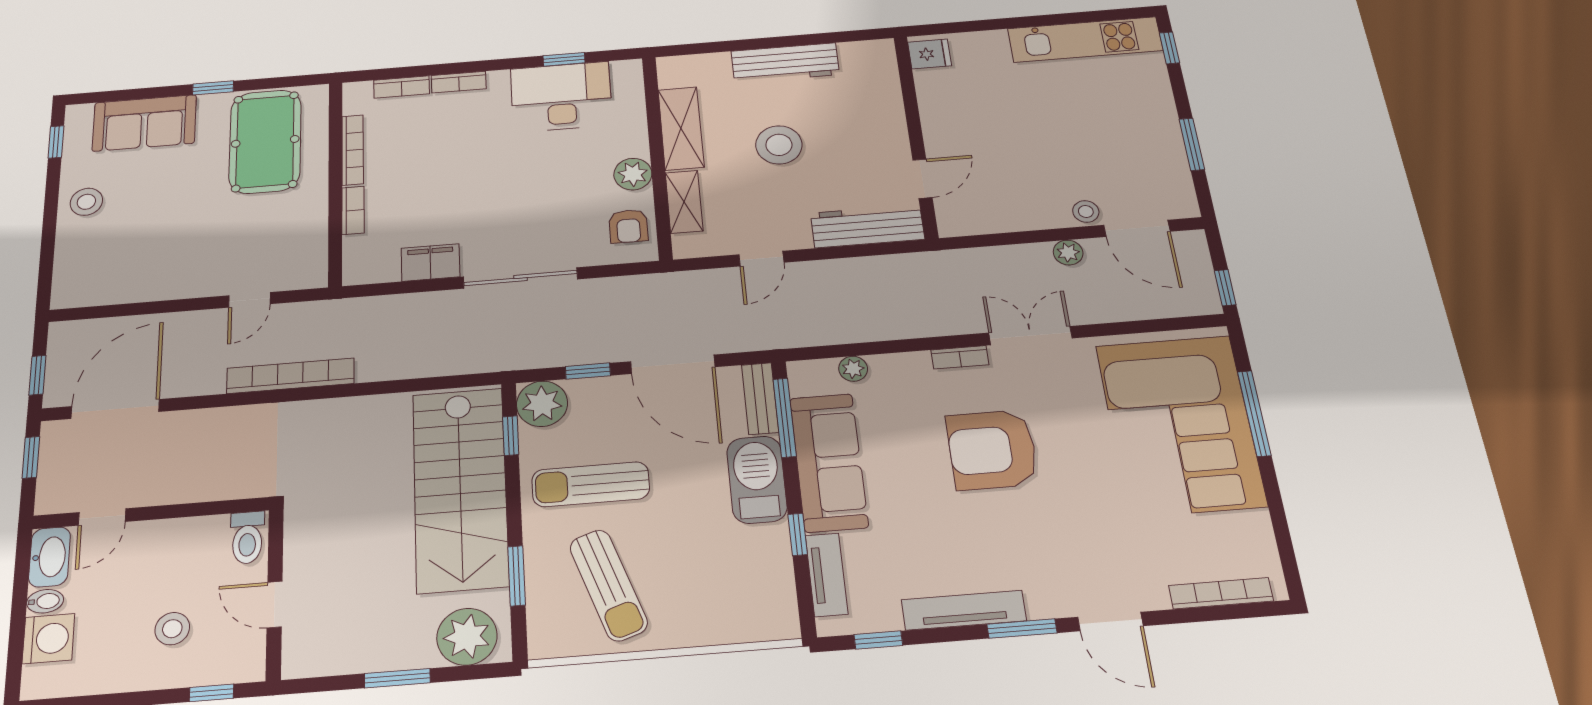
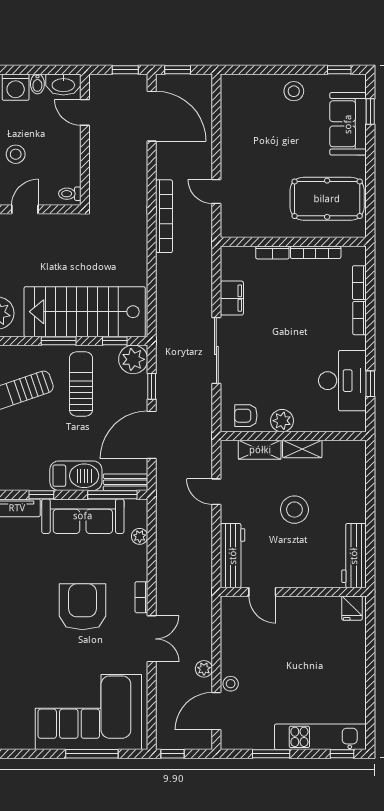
kitchen unit: (1085, 40) -> (320, 737), moved, turned 90
workbench: (785, 63) -> (354, 556), moved
window: (213, 88) -> (370, 112), moved
shelving: (681, 128) -> (302, 449), width x0.67, depth x0.75
toilet: (247, 538) -> (70, 194), width x0.73, depth x0.72
window: (517, 576) -> (59, 341), moved

